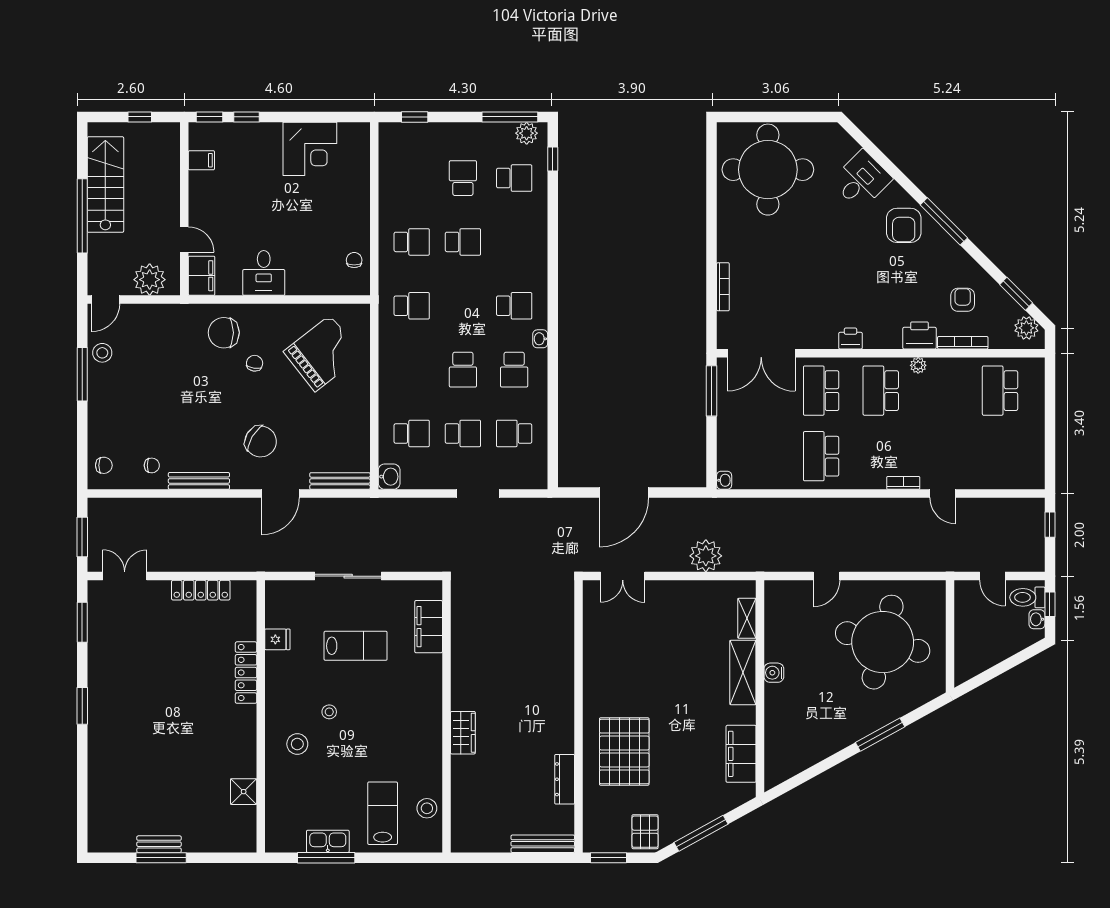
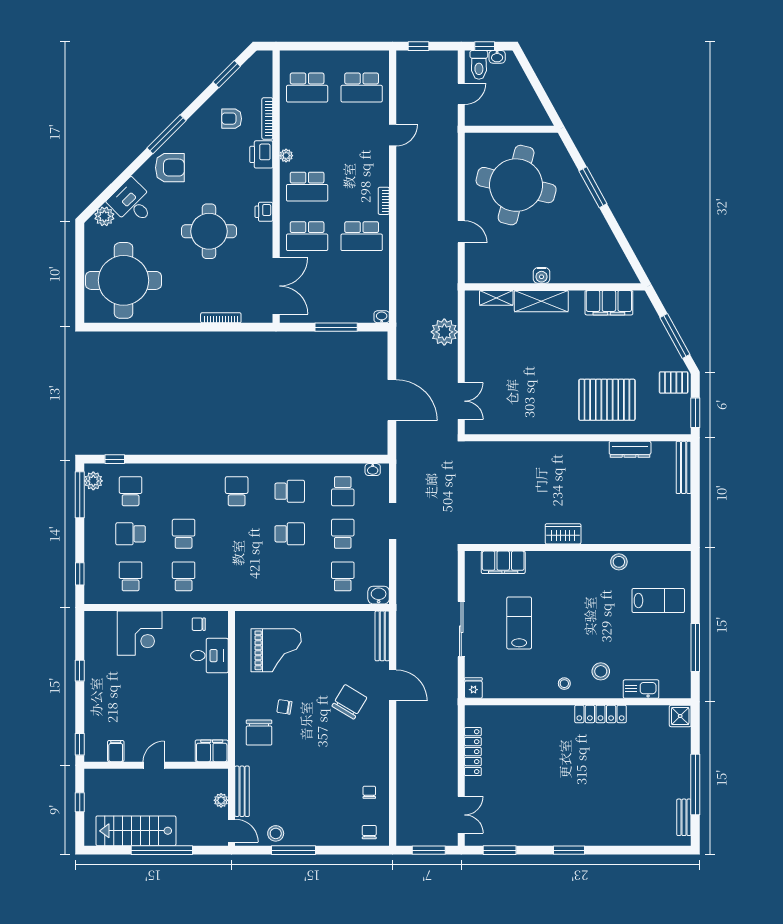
window: (247, 117) -> (80, 671), moved
corner desk: (310, 149) -> (140, 633), moved, turned 90
door: (184, 240) -> (154, 765), moved
round table: (827, 272) -> (209, 231), added
desk: (264, 273) -> (209, 656), moved
plant: (150, 280) -> (221, 800), width x0.53, depth x0.53
school desk: (412, 306) -> (131, 576), moved
plant: (1026, 328) -> (104, 216), moved
washbasin: (540, 339) -> (373, 470), moved
grand piano: (323, 353) -> (276, 650), turned 128
window: (712, 391) -> (336, 327), moved
school desk: (1000, 456) -> (362, 88), added
bench: (199, 481) -> (242, 791), moved
bookcase: (903, 483) -> (384, 201), moved
double door: (125, 576) -> (461, 815), swing flipped
fridge: (277, 639) -> (473, 688), moved
locker: (246, 673) -> (600, 714), moved
stool: (329, 712) -> (564, 684), moved
wardrobe: (463, 733) -> (563, 534), moved
shower: (244, 792) -> (680, 716), moved
stool: (427, 808) -> (619, 562), moved
lab bench: (383, 813) -> (658, 601), turned 180
kitchen sink: (328, 841) -> (641, 689), moved, turned 90
bench: (159, 844) -> (684, 817), moved
window: (161, 858) -> (695, 784), width x1.46

